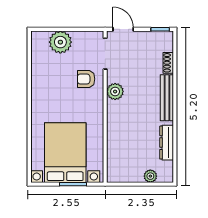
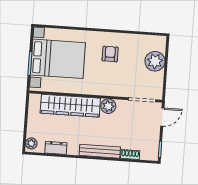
armchair: (86, 79) -> (110, 54), moved
wardrobe: (118, 135) -> (70, 106), added
dresser: (167, 143) -> (56, 148), width x0.70
plant: (150, 176) -> (31, 143), moved

